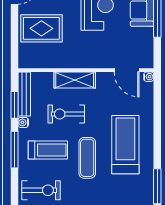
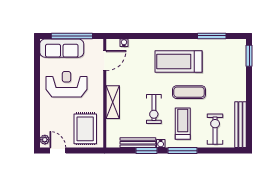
wall: (86, 70) -> (105, 93), moved
door: (127, 70) -> (105, 61), moved
shelving: (75, 80) -> (113, 102), moved

